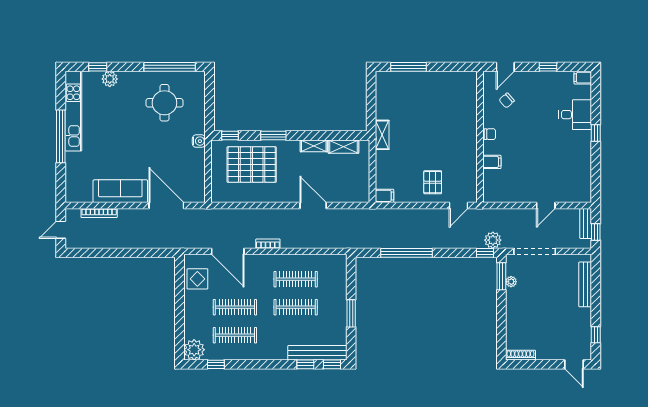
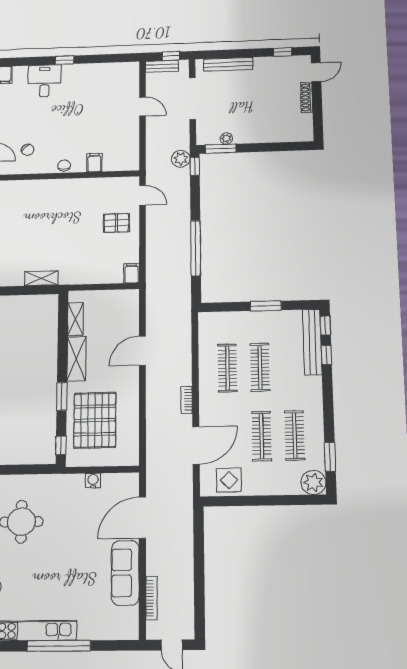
shelving: (382, 135) -> (41, 278), moved
water cooler: (199, 141) -> (93, 481), moved
shelving: (314, 146) -> (76, 359), width x1.50, depth x1.33
doorway: (535, 251) -> (192, 99), moved
shoe rack: (520, 355) -> (307, 97), moved
window: (216, 364) -> (330, 457), width x1.50

